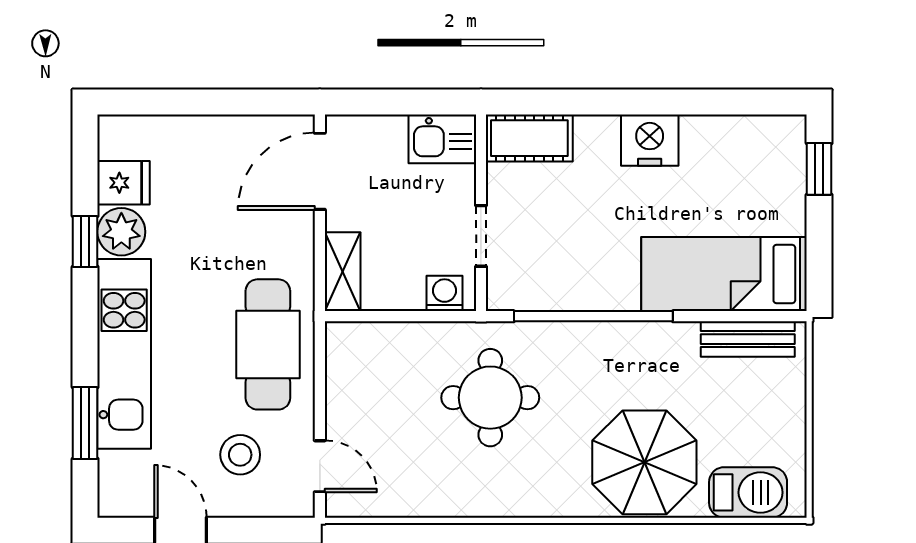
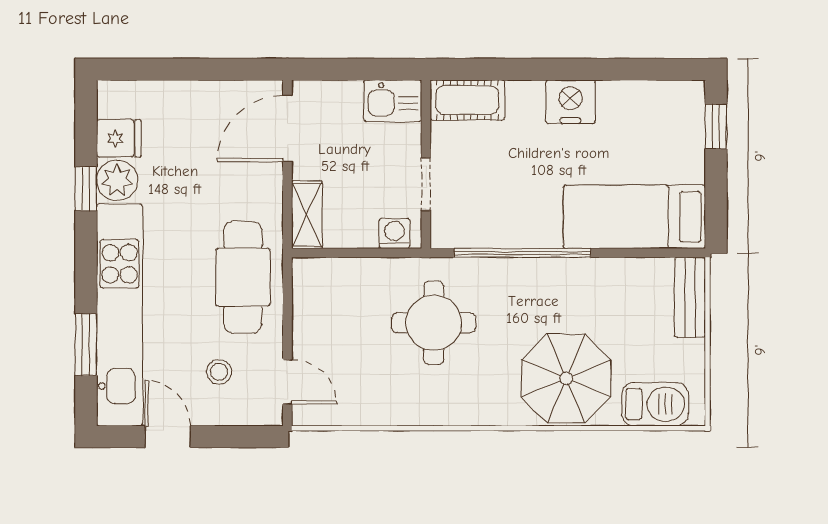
bench: (748, 339) -> (690, 297), moved, turned 90
kitchen unit: (124, 354) -> (120, 315), width x1.36
stool: (240, 455) -> (219, 372), width x0.73, depth x0.73

